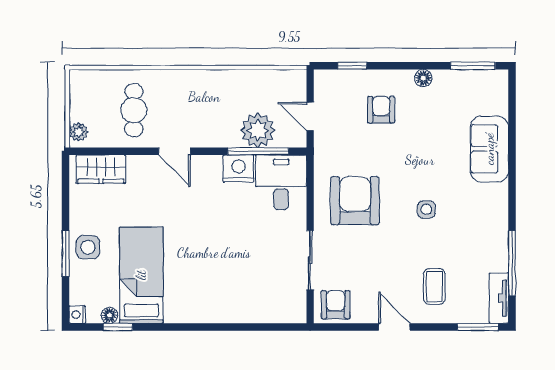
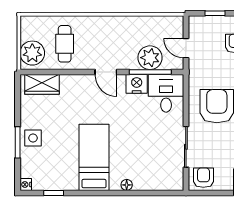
plant: (79, 132) -> (32, 53), width x1.88, depth x1.88
door: (175, 151) -> (106, 72), moved
bed: (141, 275) -> (94, 157), moved
floor lamp: (110, 315) -> (127, 185), moved

